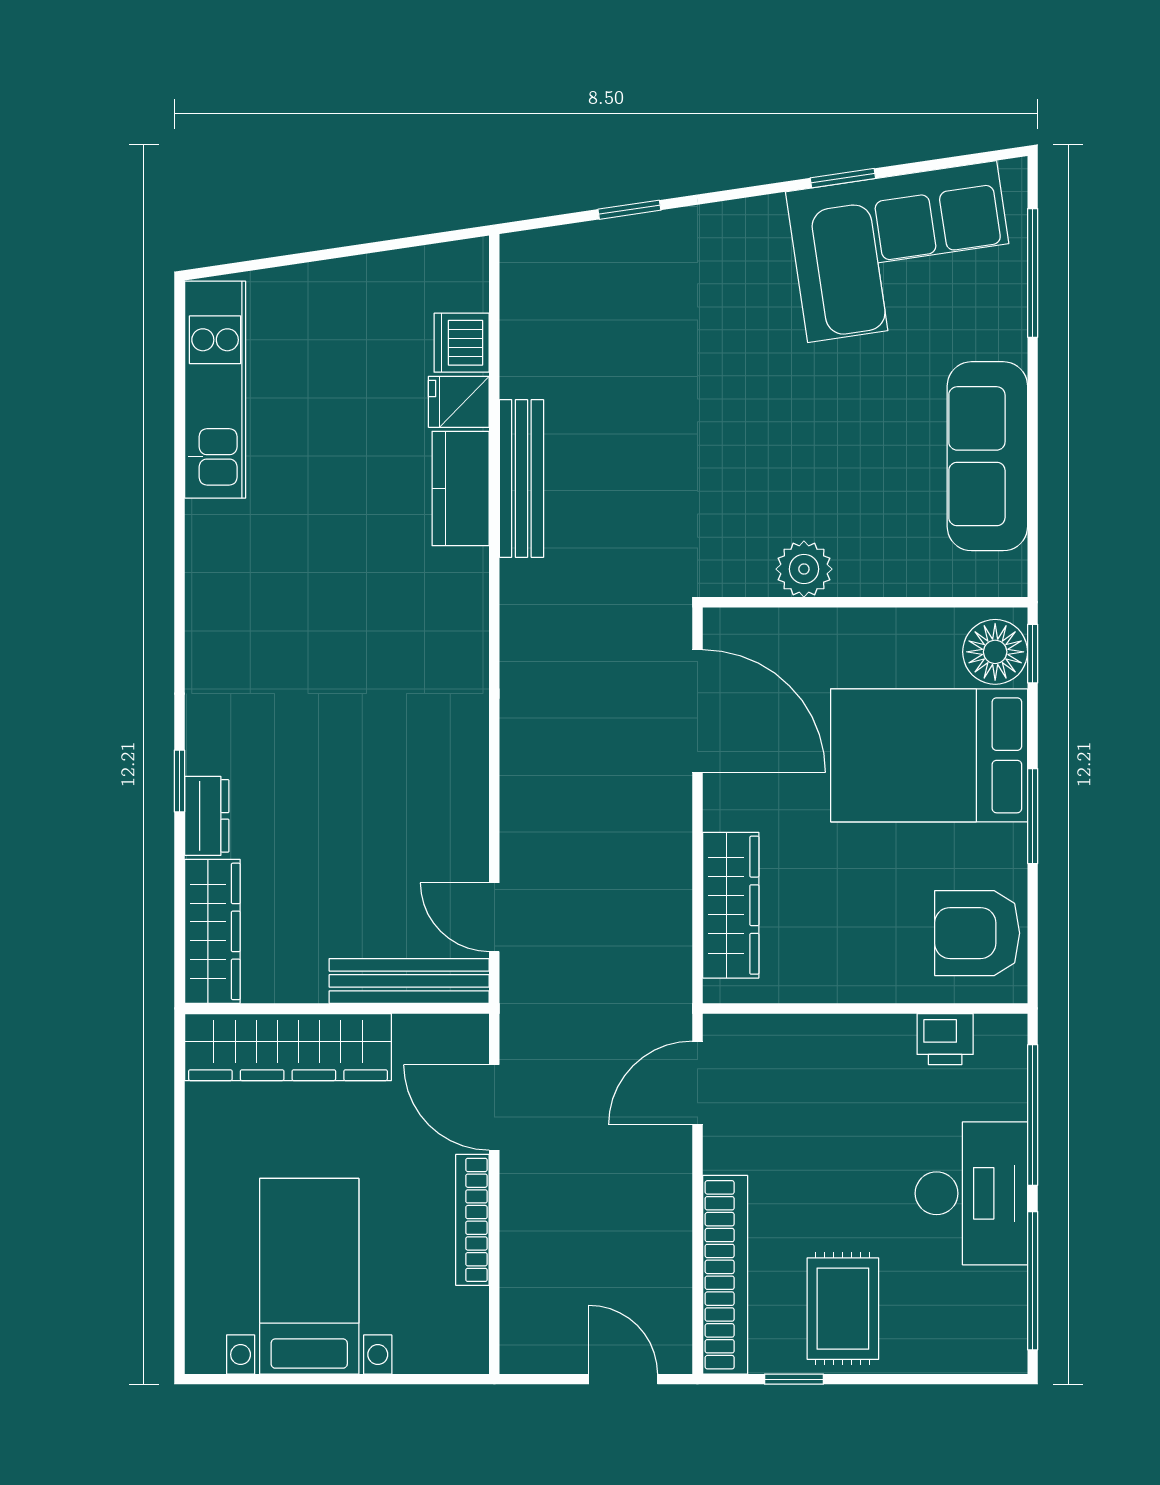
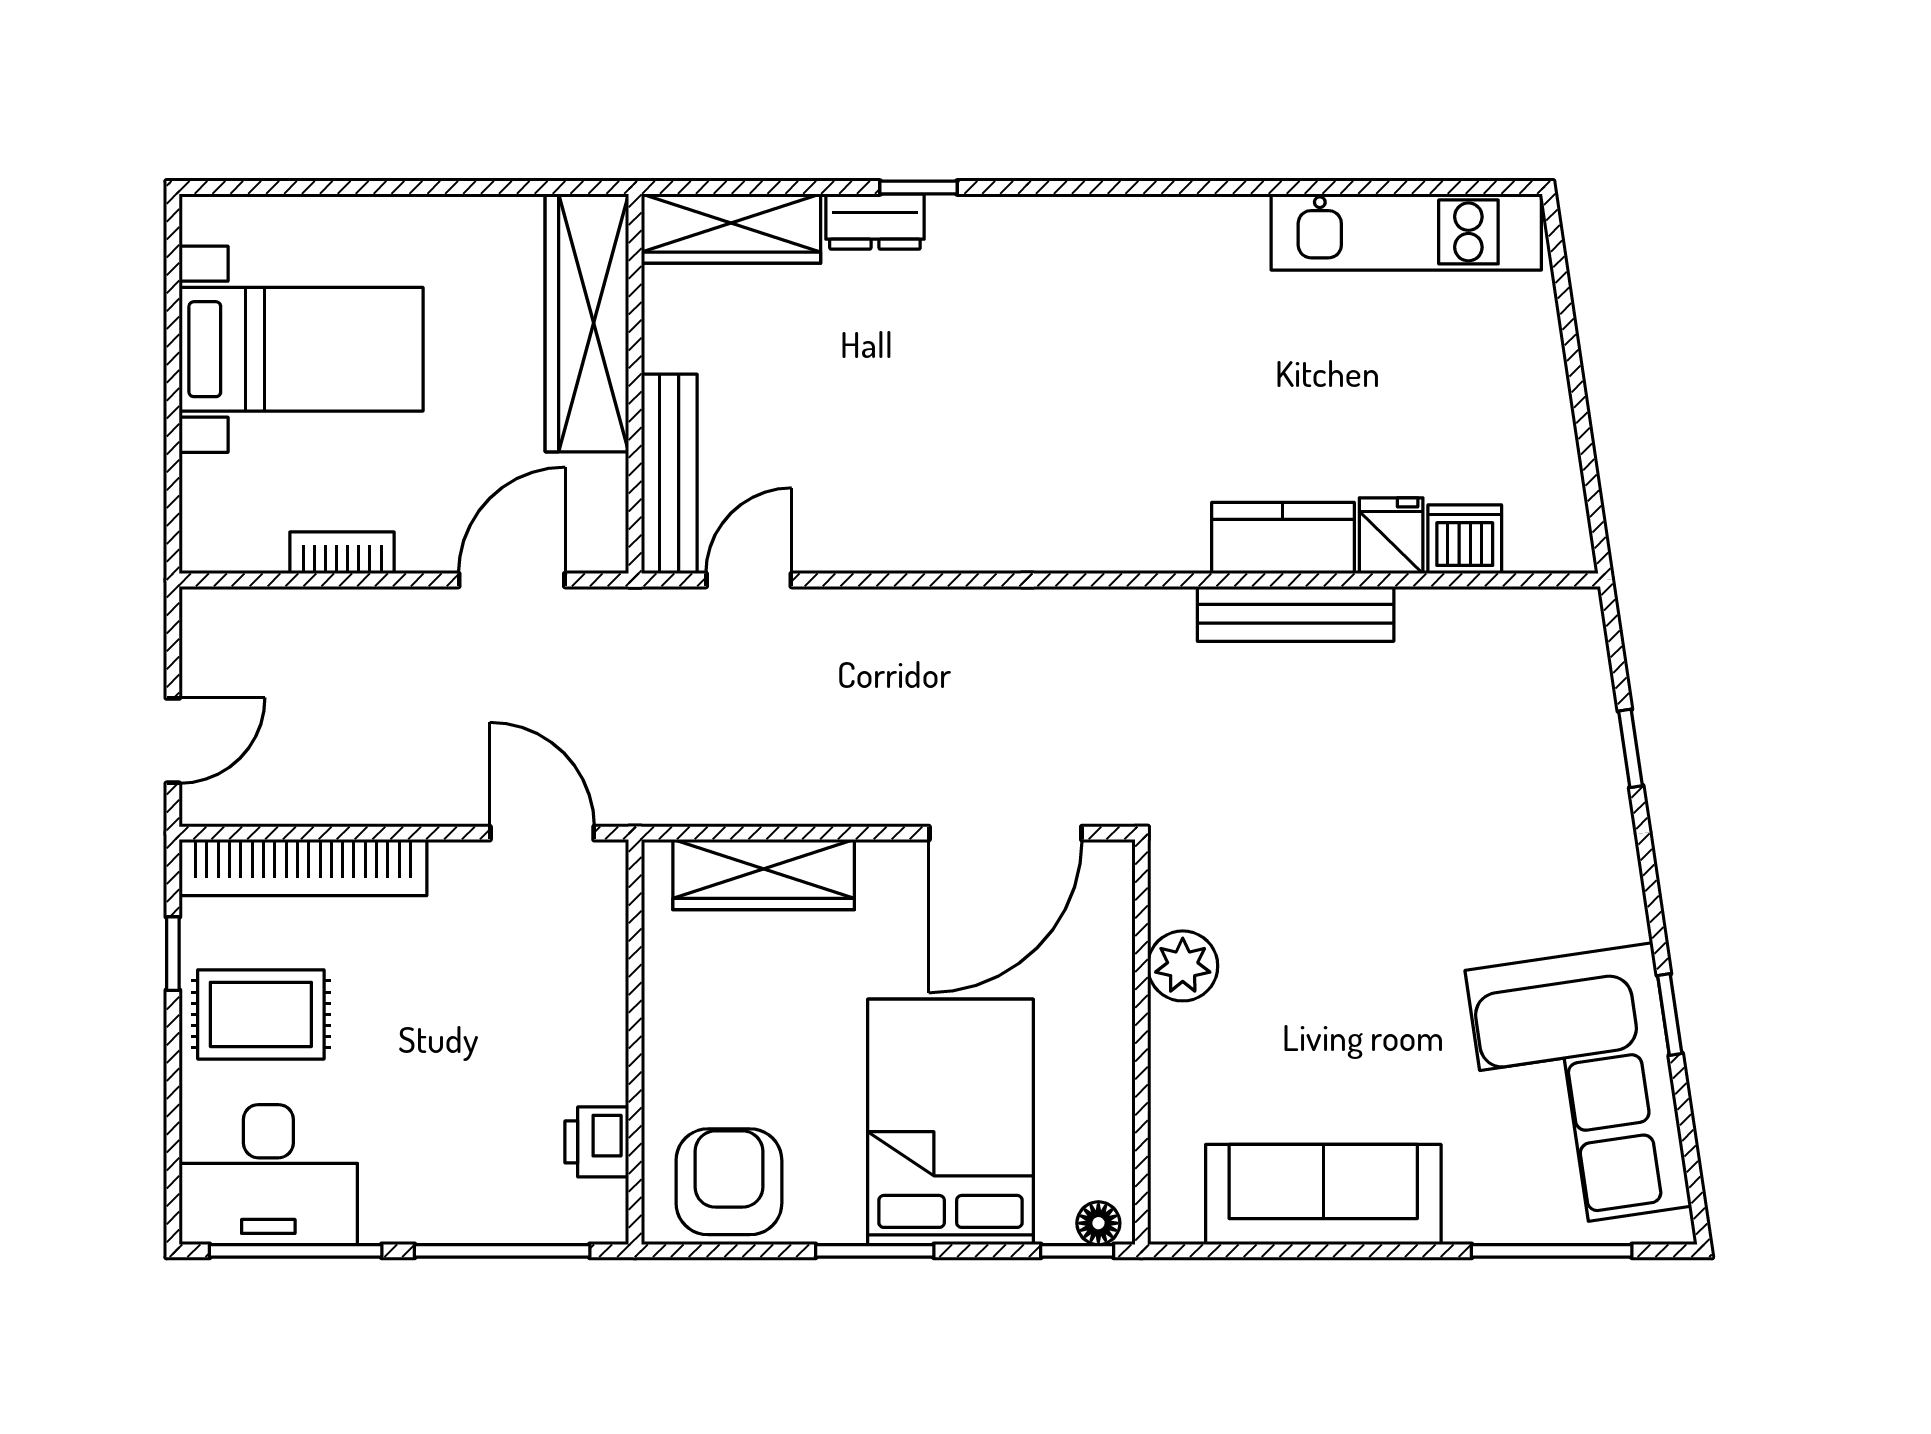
floor lamp: (995, 652) -> (1098, 1223), width x0.53, depth x0.53
desk: (971, 1193) -> (268, 1175), moved
bookcase: (472, 1220) -> (342, 553), width x0.64

